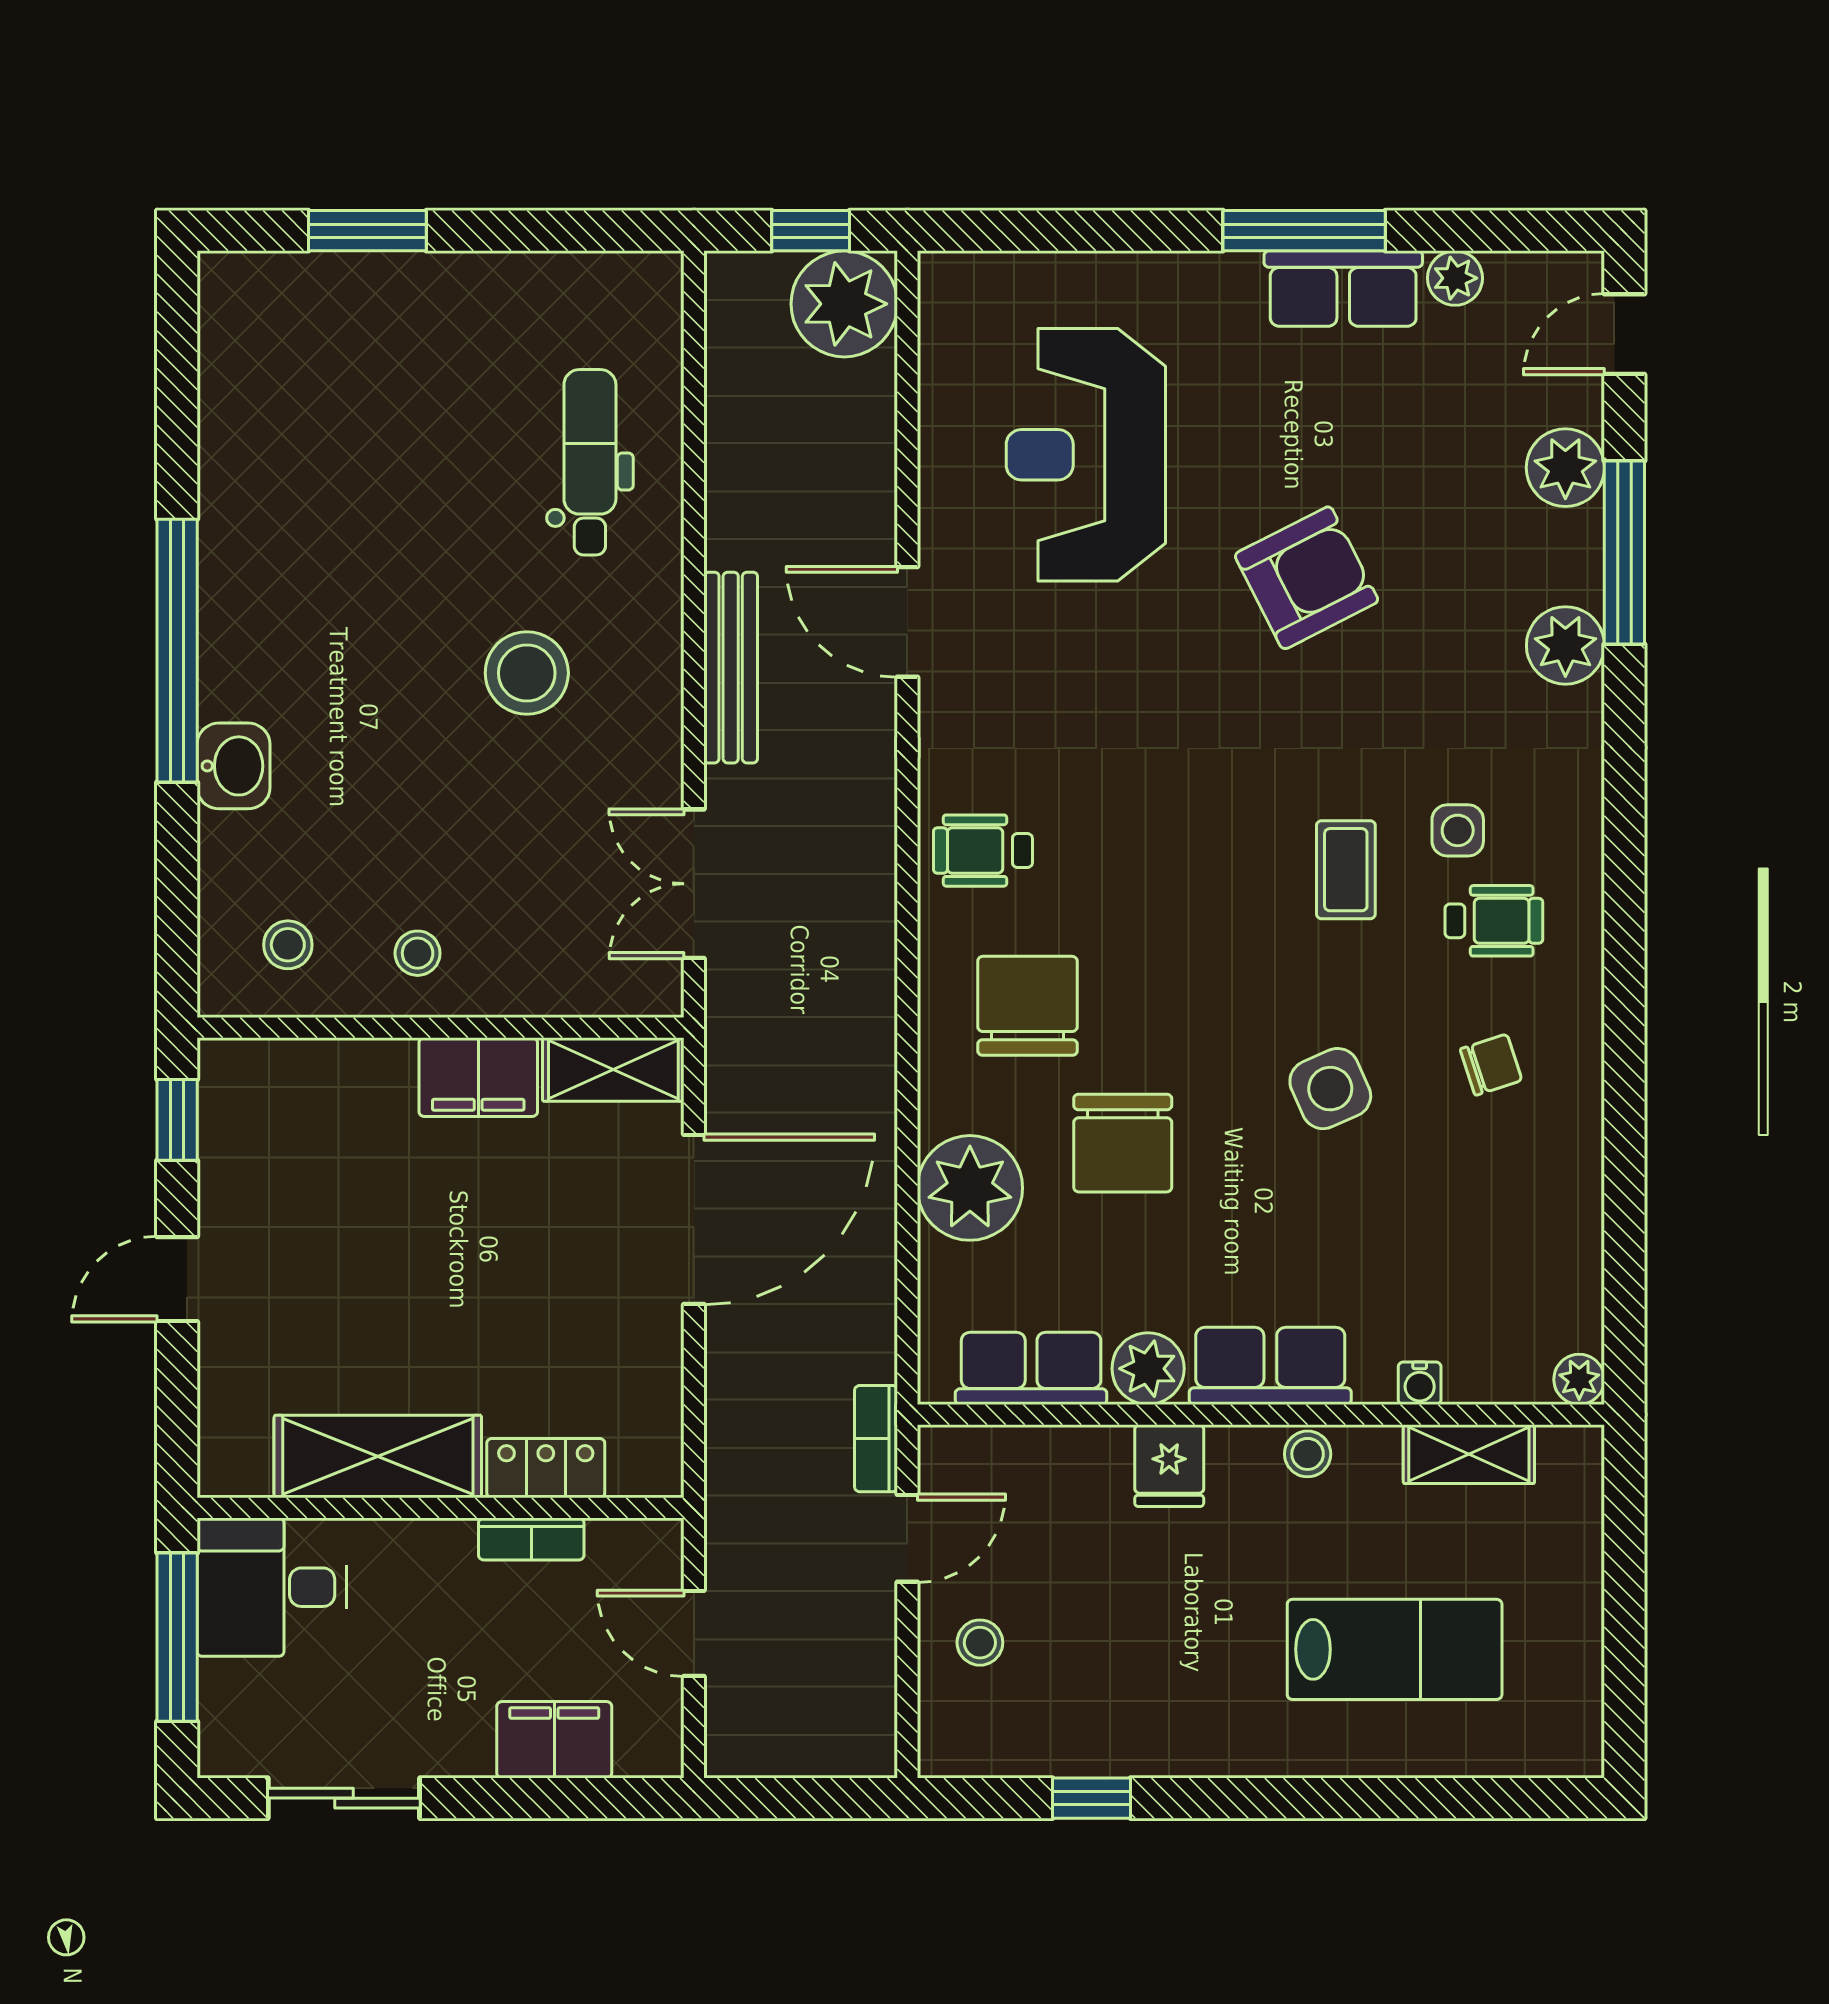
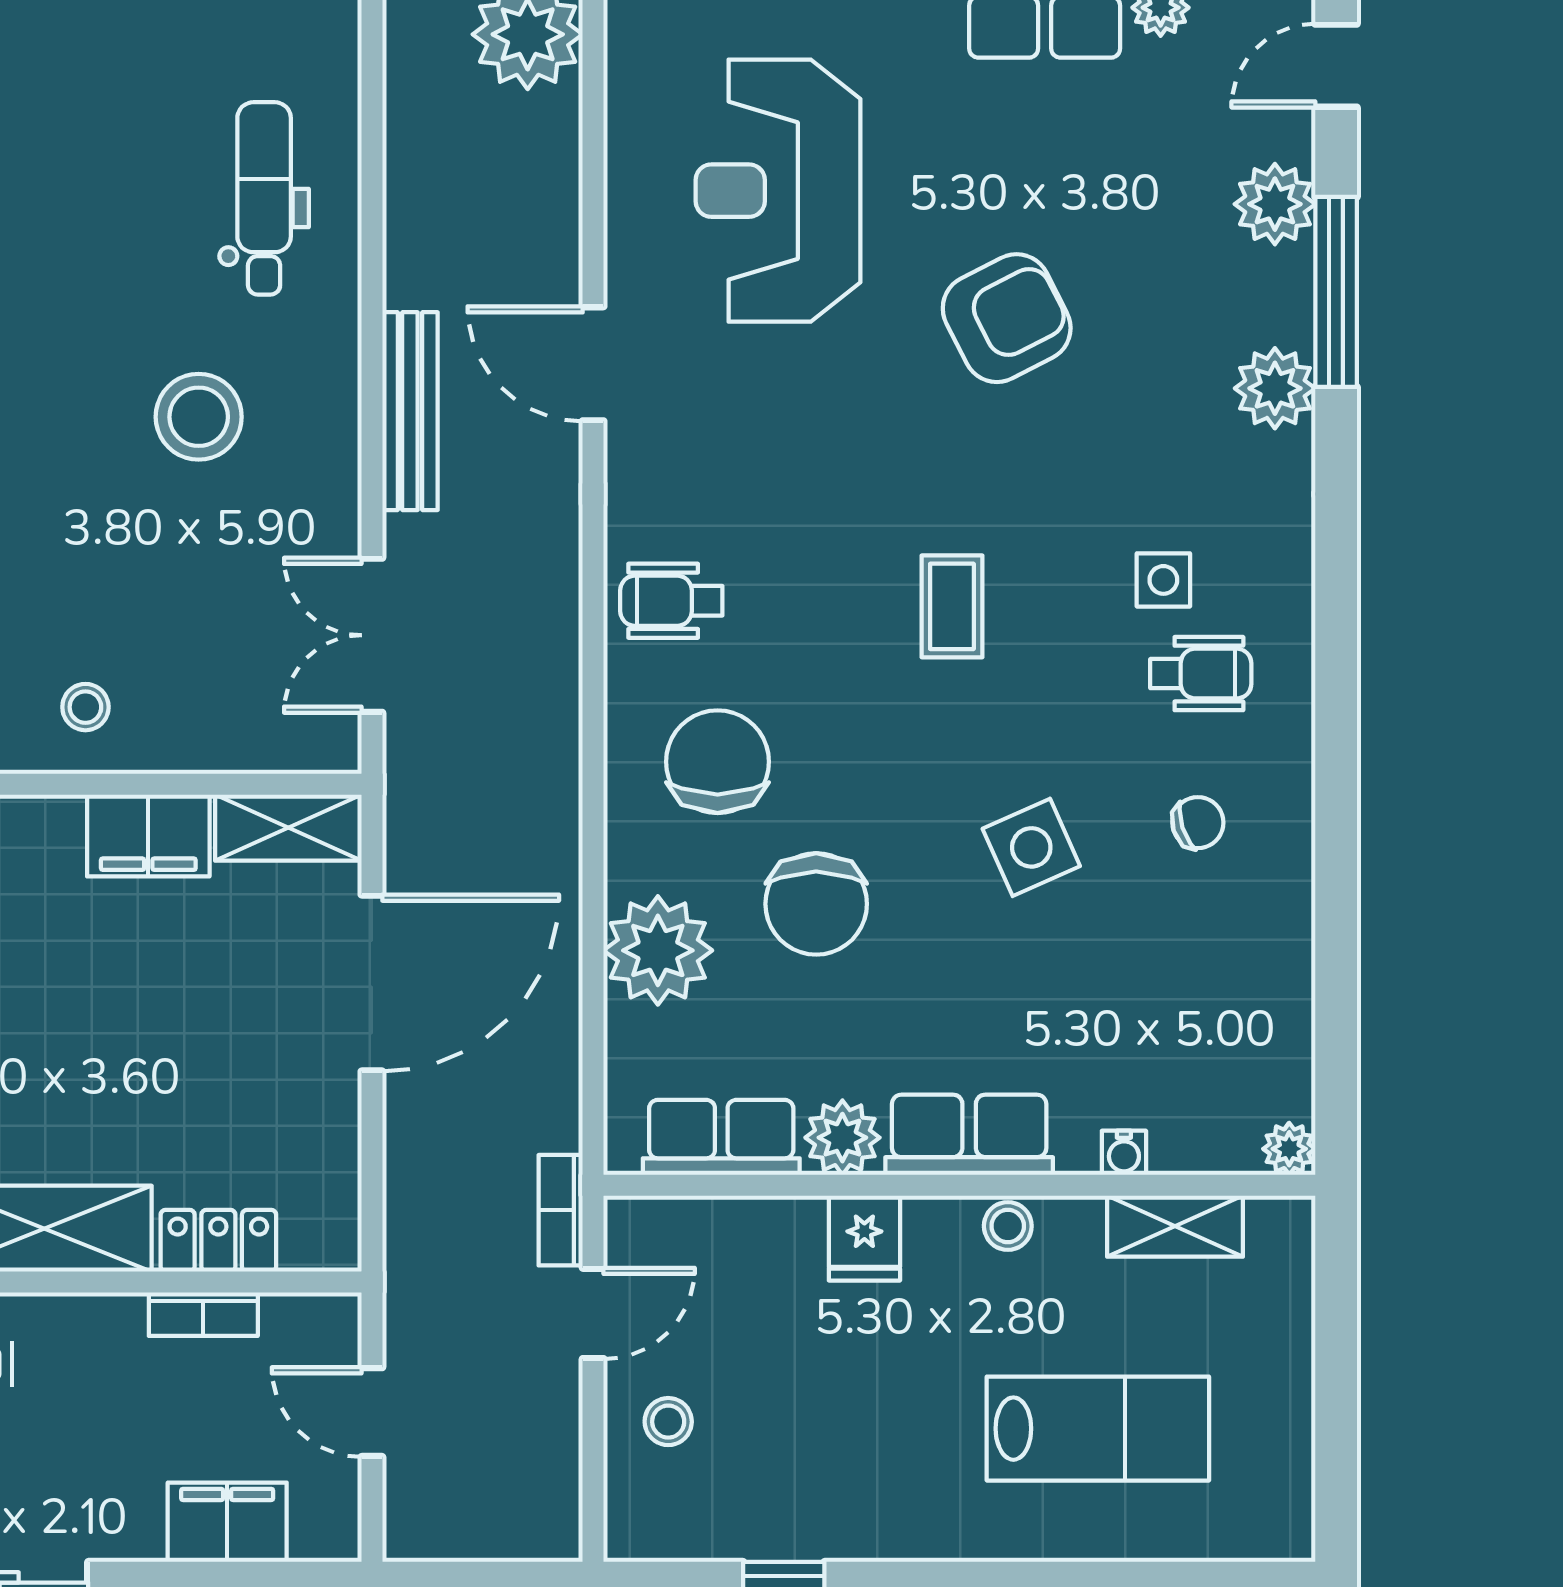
coffee table: (1346, 870) -> (952, 606), moved

